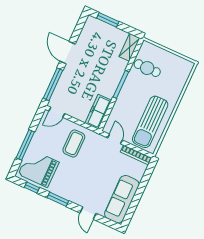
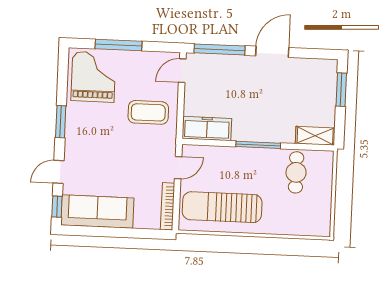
door: (57, 112) -> (182, 71), hinge flipped
window: (32, 187) -> (57, 207), moved

